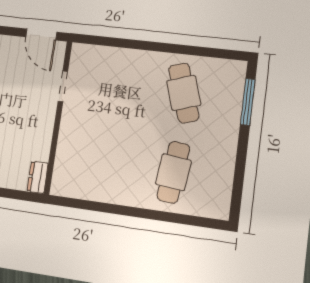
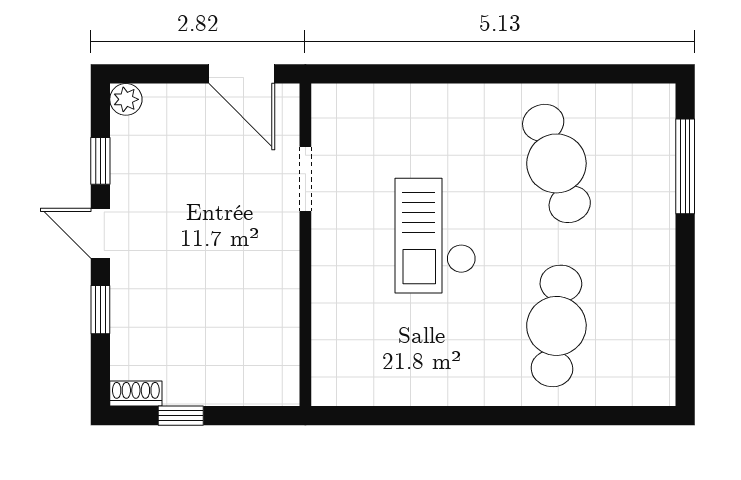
checkout: (120, 120) -> (435, 236), added
dresser: (38, 177) -> (282, 374), removed

